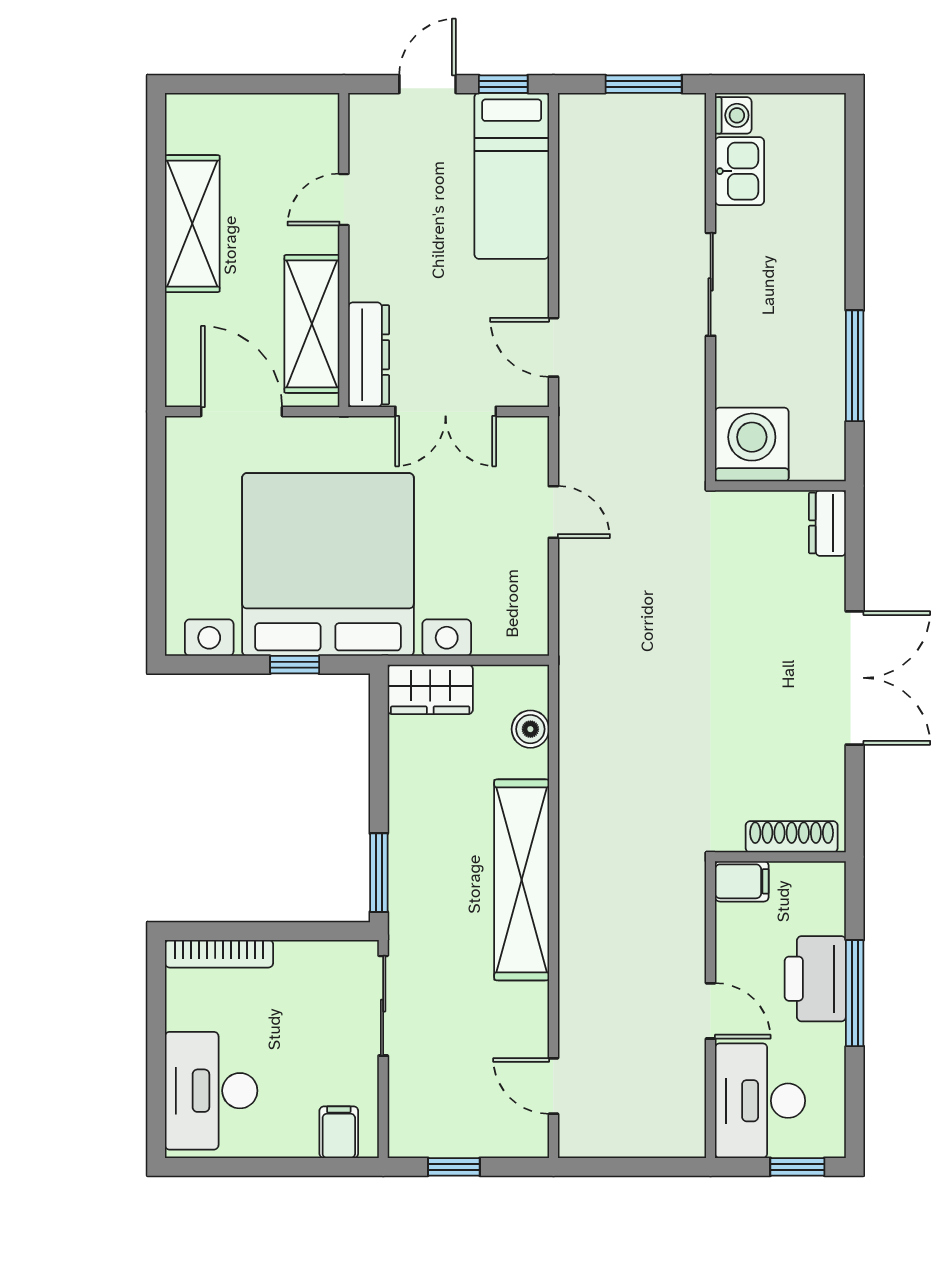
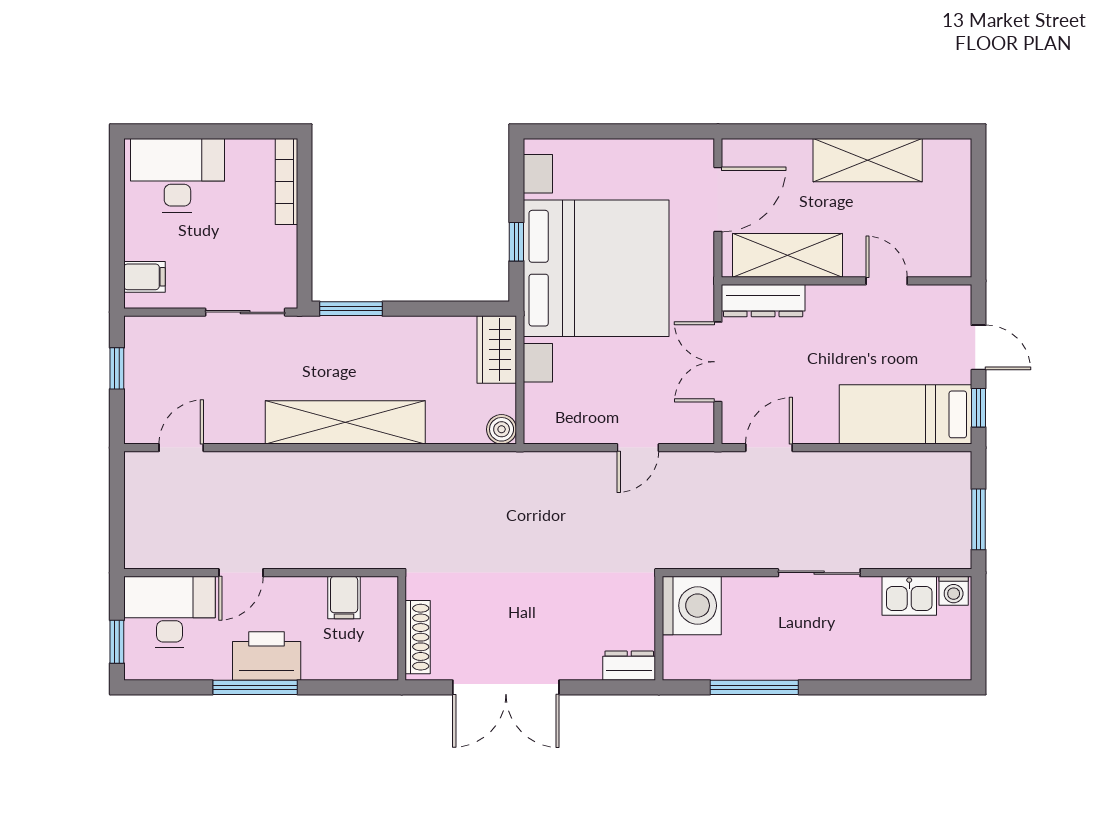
boiler: (530, 729) -> (502, 429), moved
shoe rack: (792, 837) -> (418, 637), moved
wall: (780, 857) -> (402, 628), moved

